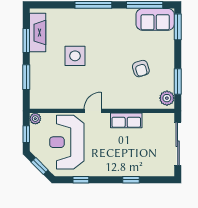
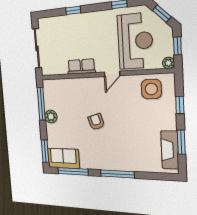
side table: (75, 56) -> (151, 89), moved
armchair: (141, 69) -> (96, 122), moved
window: (26, 77) -> (180, 105), width x0.67
window: (178, 82) -> (41, 104), width x1.44
plant: (167, 98) -> (51, 117), moved

